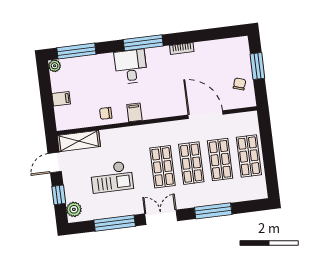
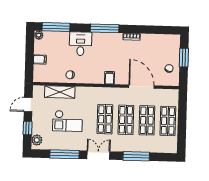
desk: (131, 67) -> (80, 44), moved
filing cabinet: (134, 112) -> (110, 78), moved
shelving: (79, 141) -> (60, 92), moved

